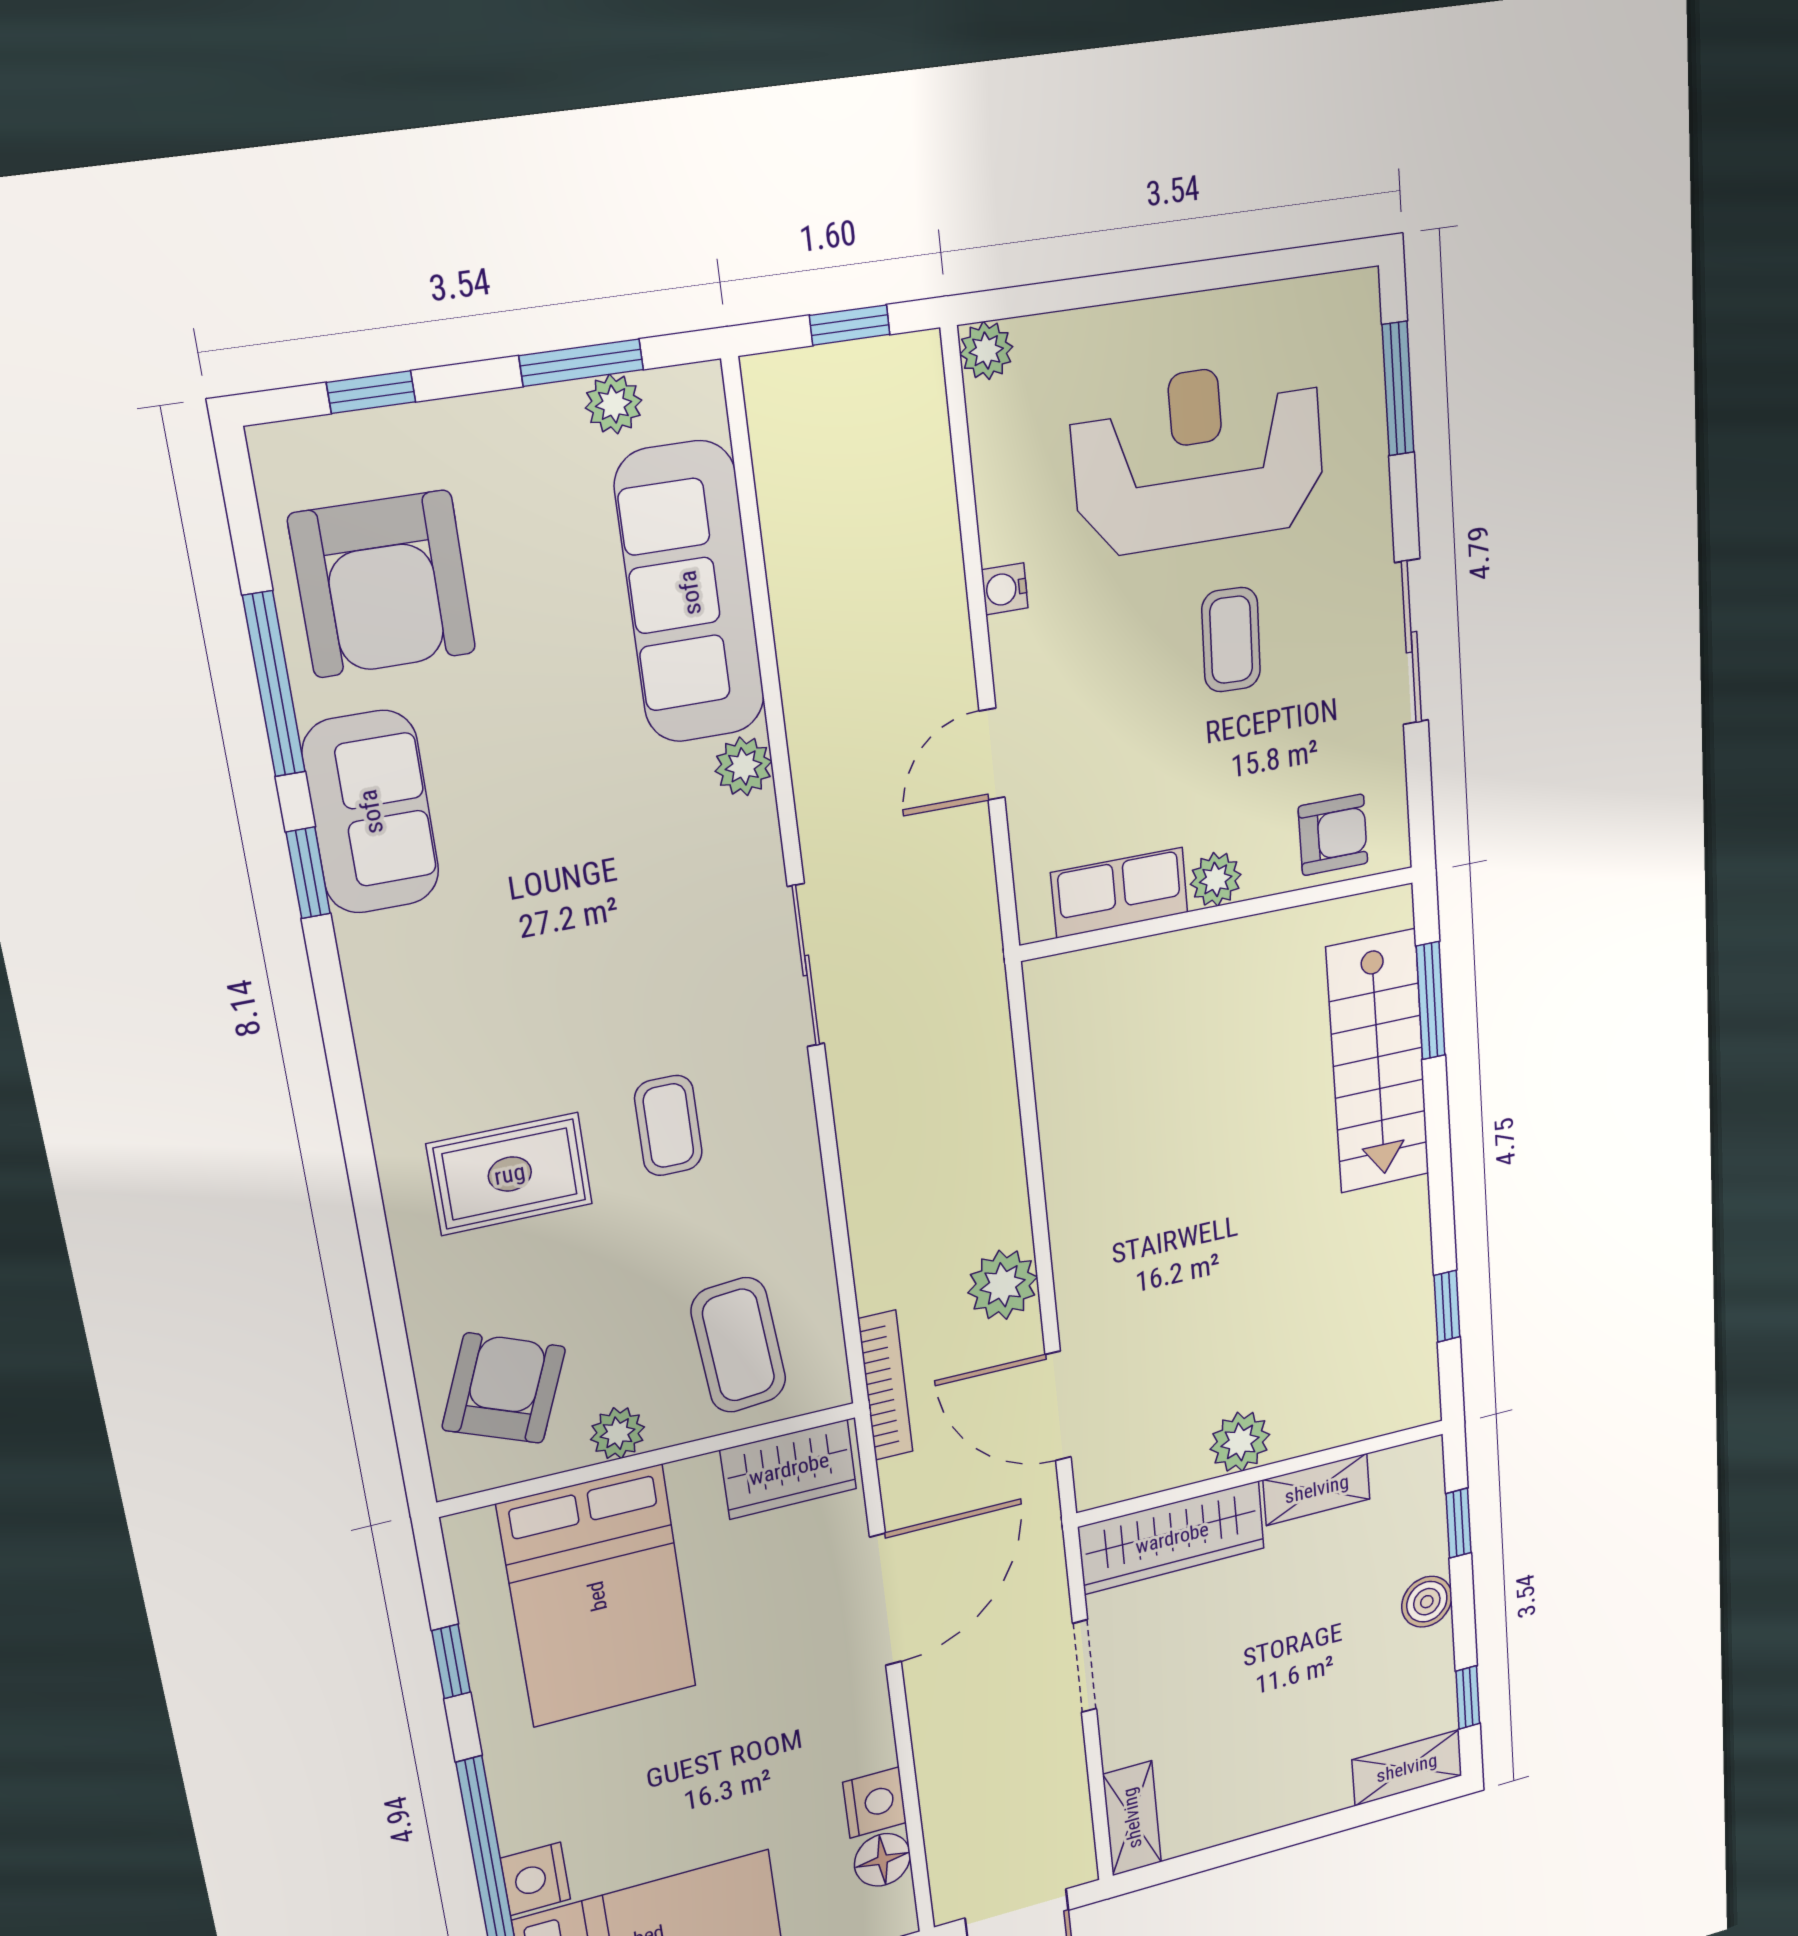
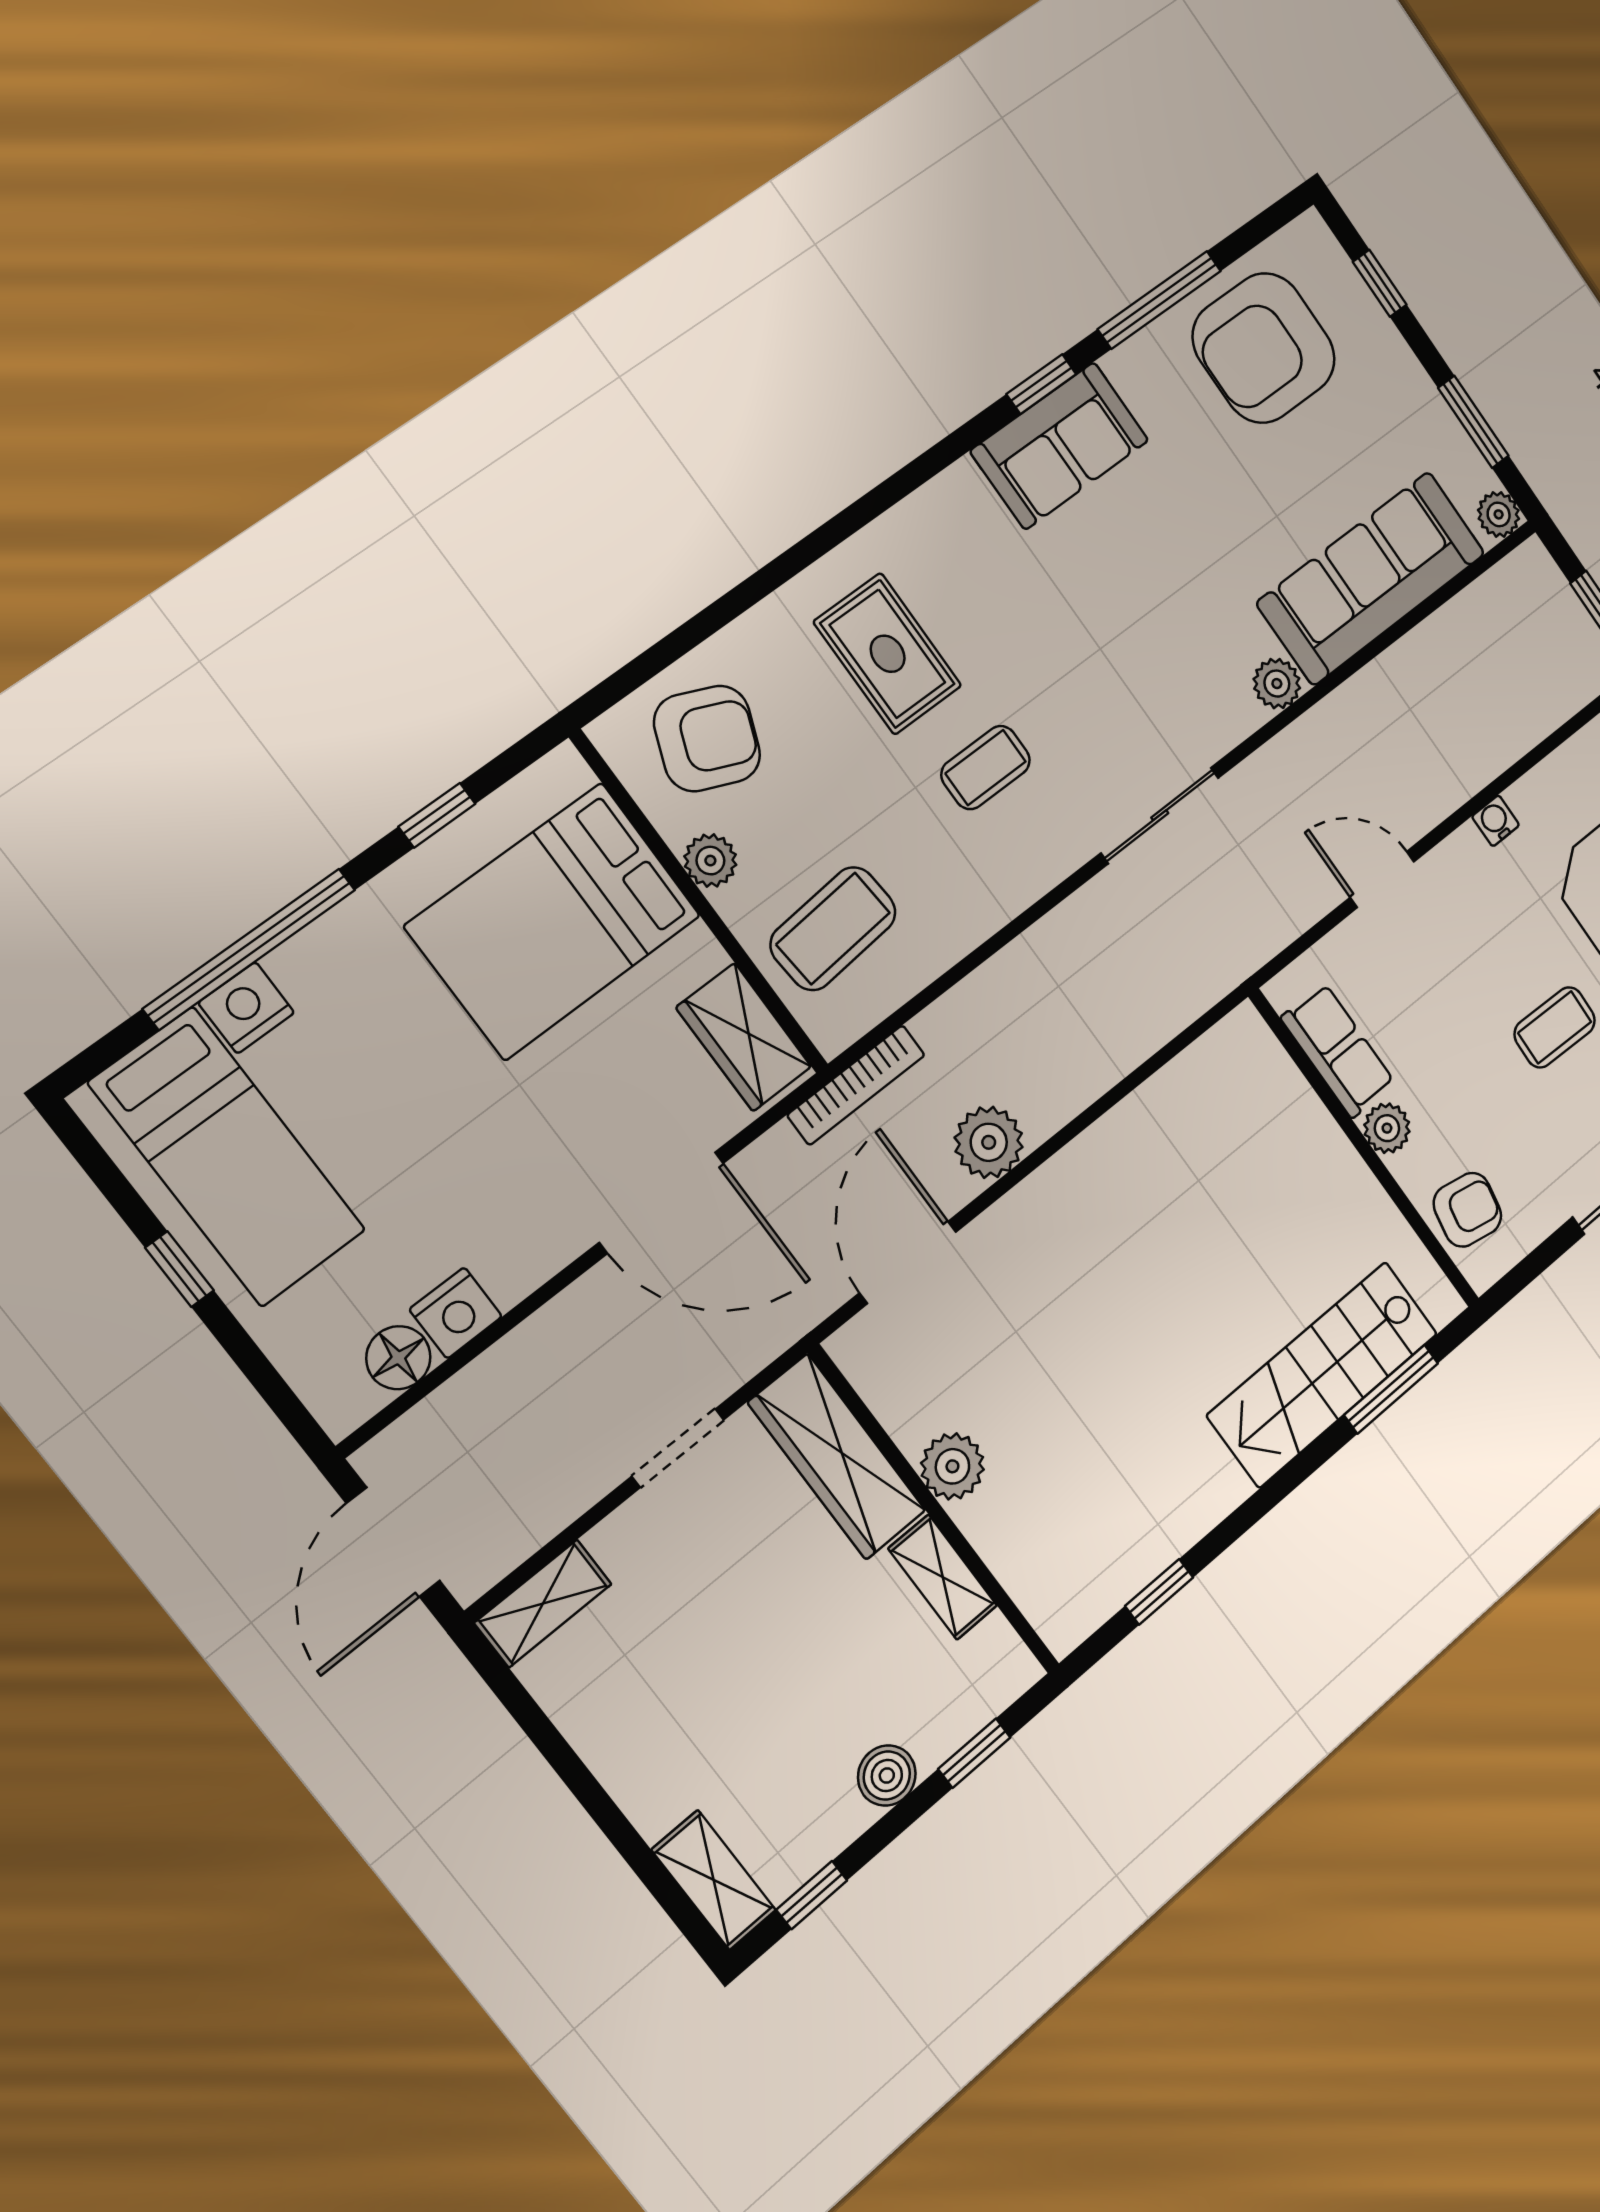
plant: (613, 404) -> (1499, 514), moved
sofa: (371, 812) -> (1060, 446), moved
armchair: (1333, 835) -> (1467, 1210), turned -79

